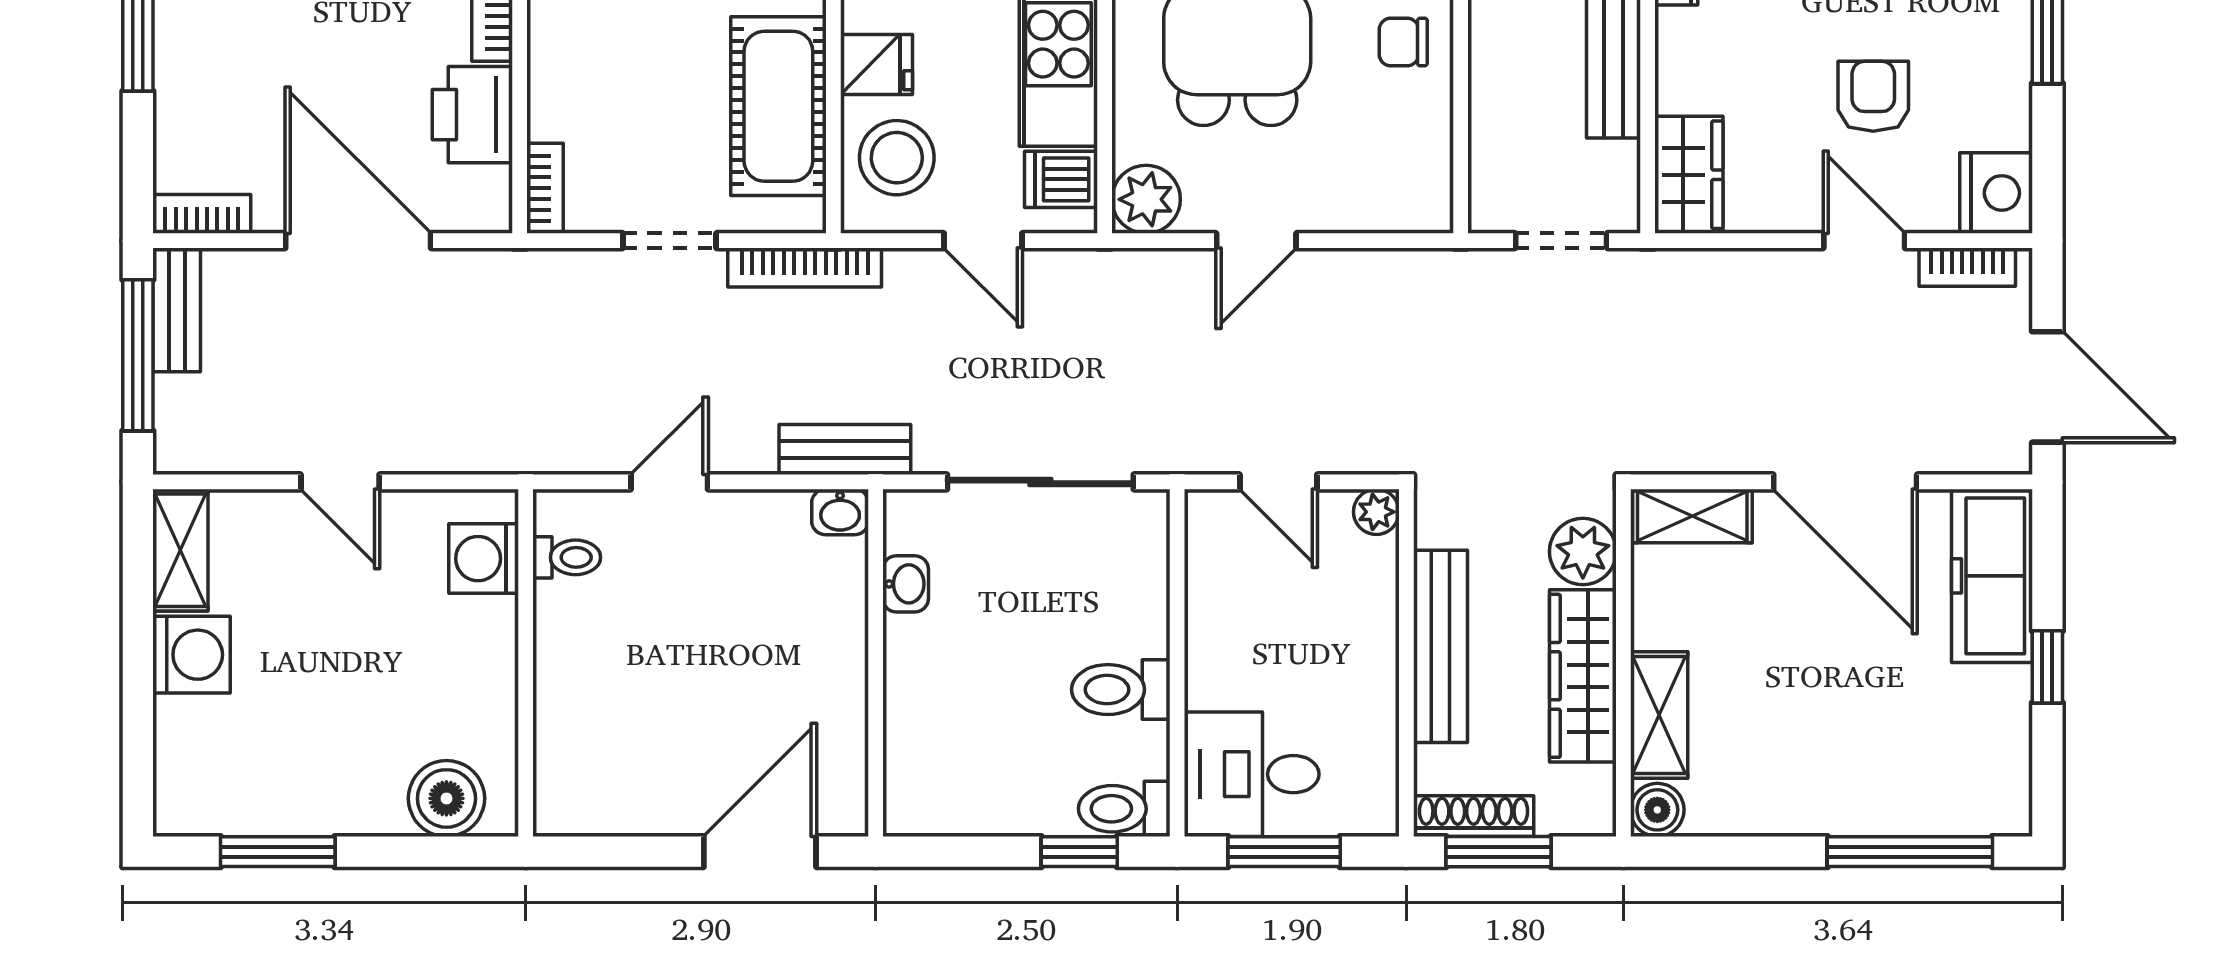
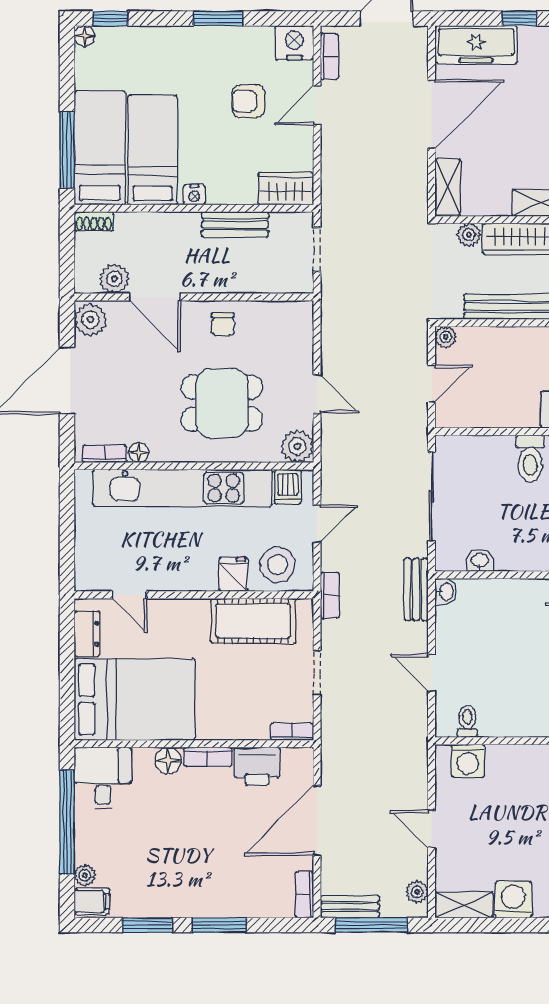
bookcase: (805, 268) -> (330, 595), width x0.64
plant: (208, 451) -> (417, 892), added
door: (340, 482) -> (432, 829), swing flipped
plant: (1583, 552) -> (469, 235), width x0.73, depth x0.73

